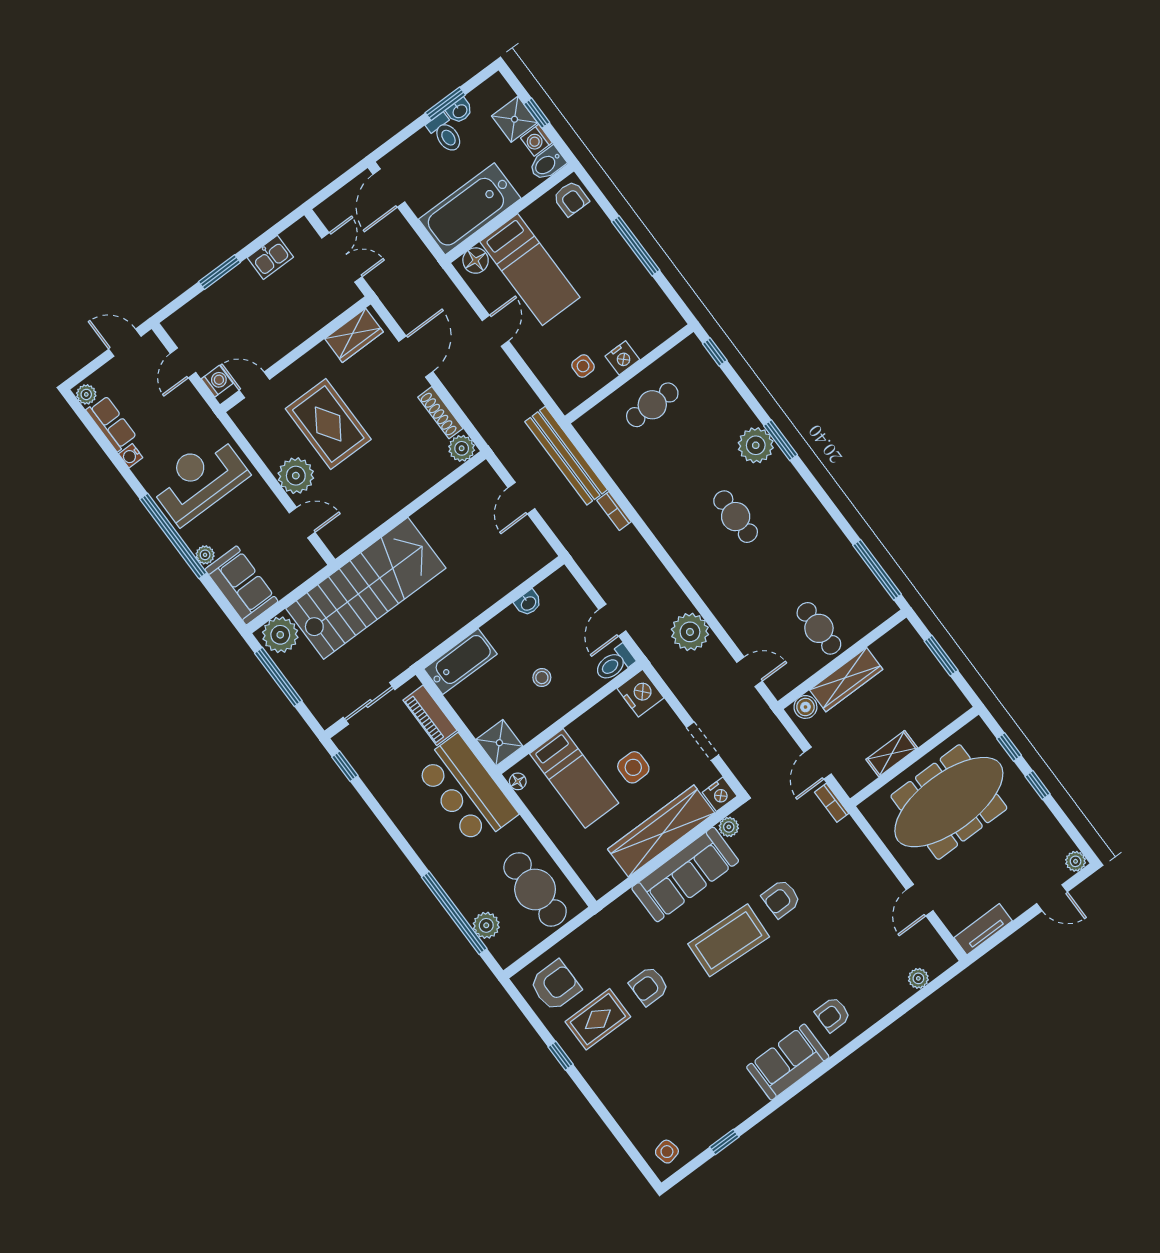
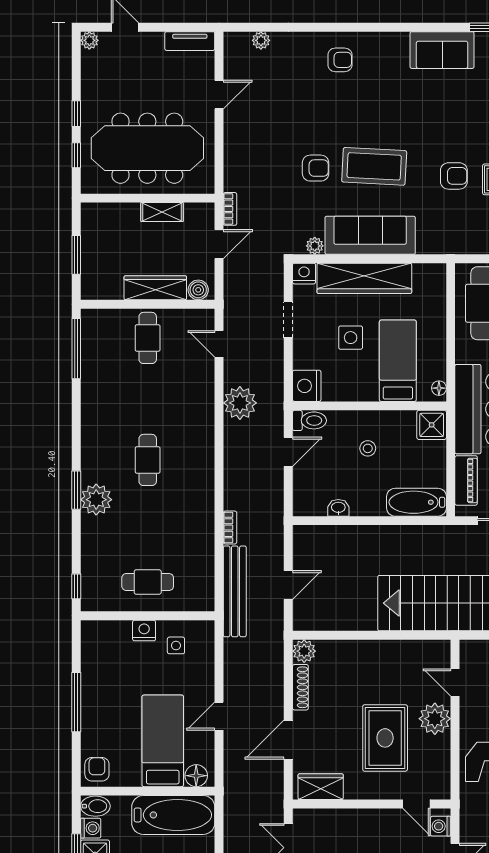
sofa: (788, 1062) -> (442, 50), moved

